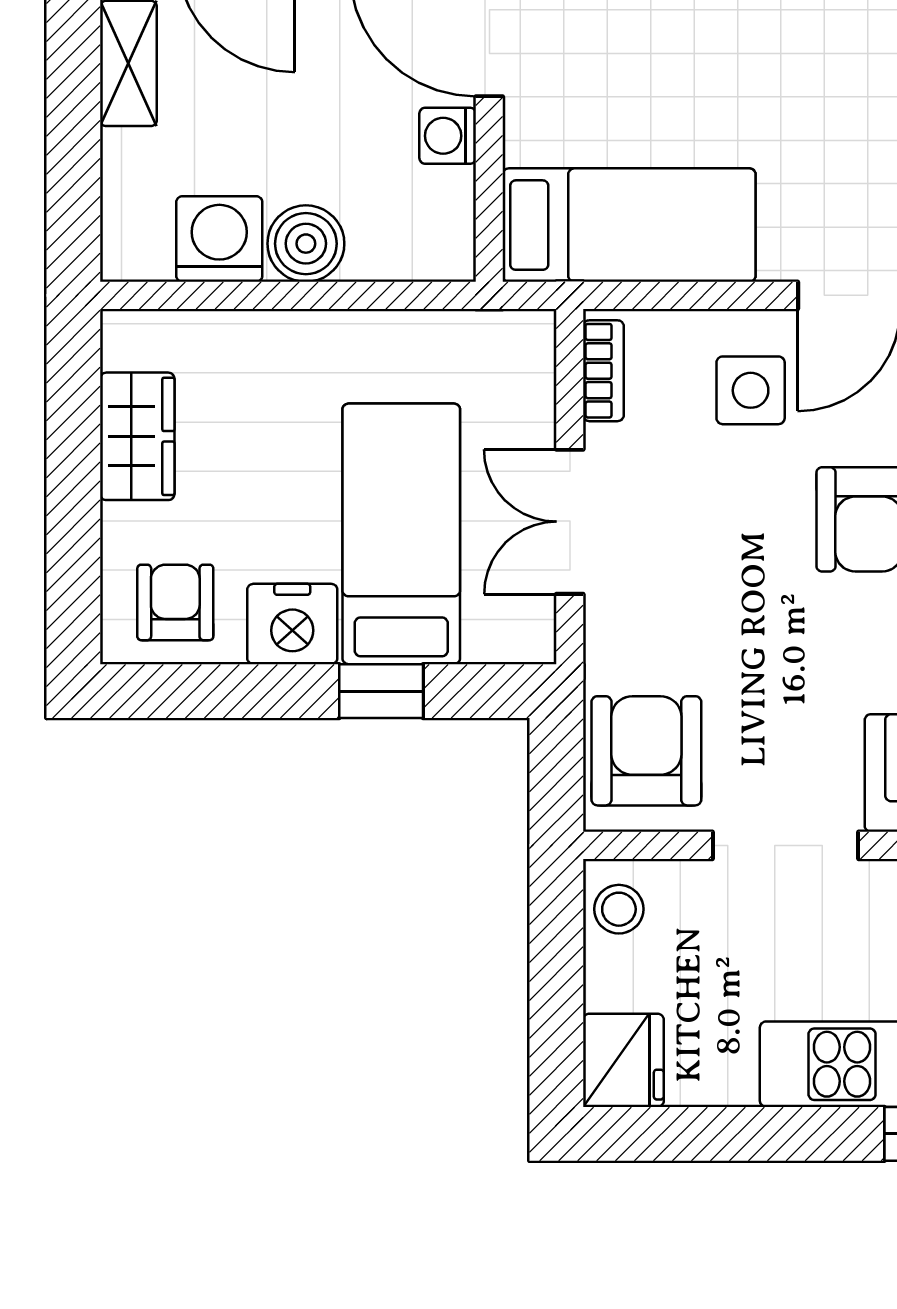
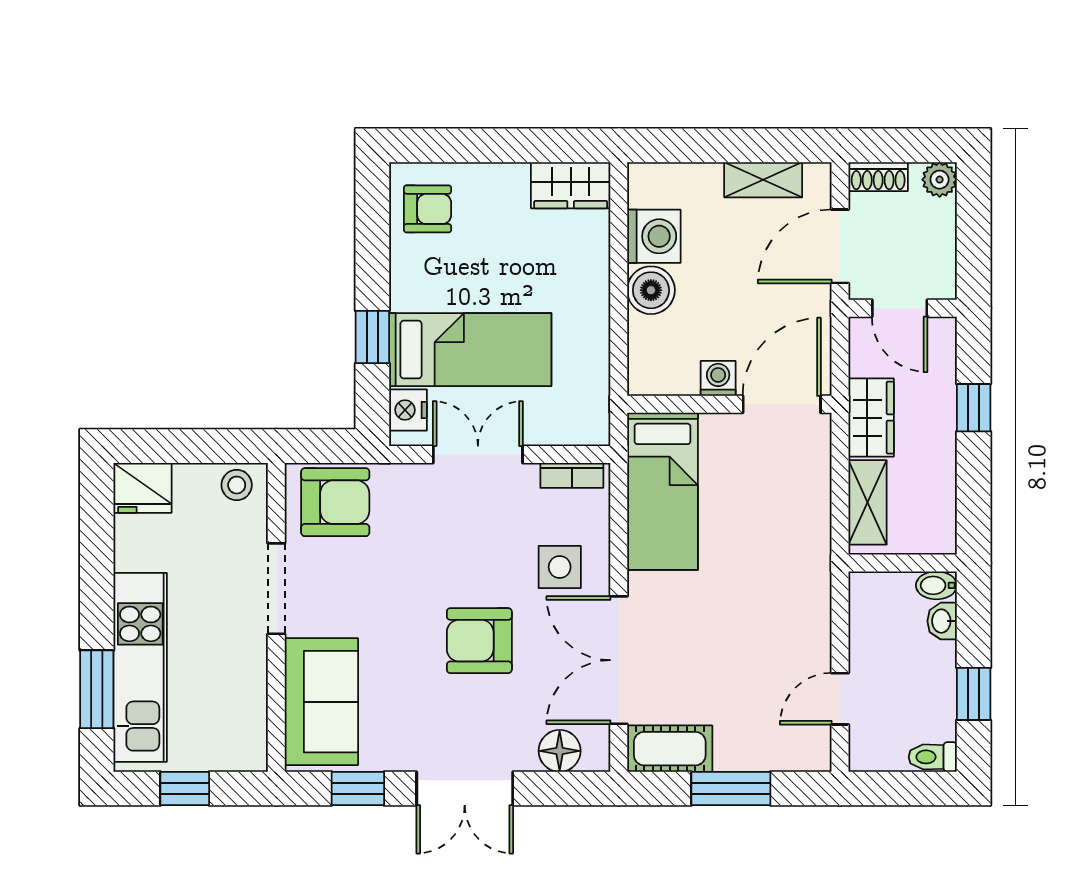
wardrobe: (137, 436) -> (571, 185), moved
nightstand: (292, 624) -> (408, 410), moved, width x0.74, depth x0.75

